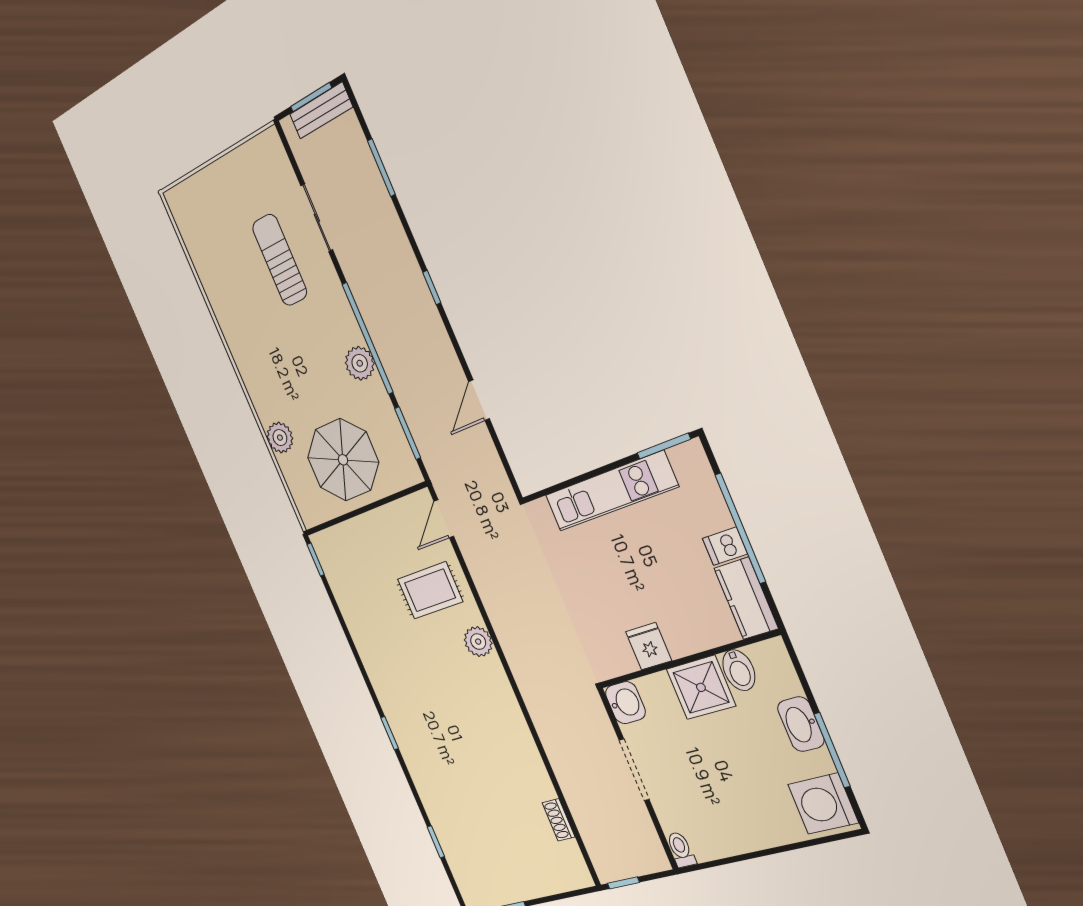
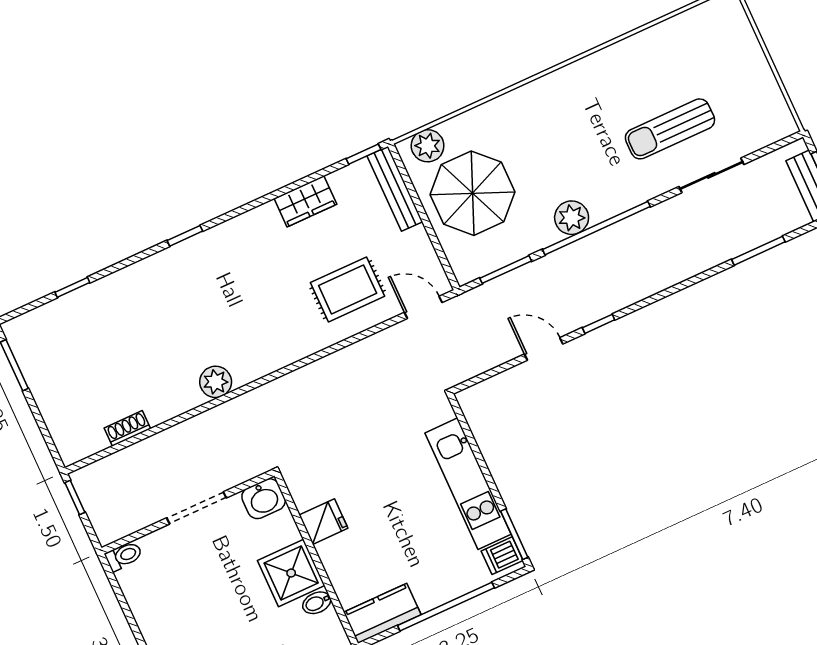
sun lounger: (280, 260) -> (670, 129), turned 180
window: (432, 288) -> (599, 324), moved
plant: (280, 438) -> (428, 146), moved
bench: (343, 534) -> (395, 189), added
dishwasher: (725, 546) -> (502, 556), moved, turned -90
rug: (430, 590) -> (348, 289), turned 90
wardrobe: (357, 619) -> (305, 201), added
plant: (478, 642) -> (216, 382), moved
bidet: (739, 670) -> (317, 603), width x0.72, depth x0.74

